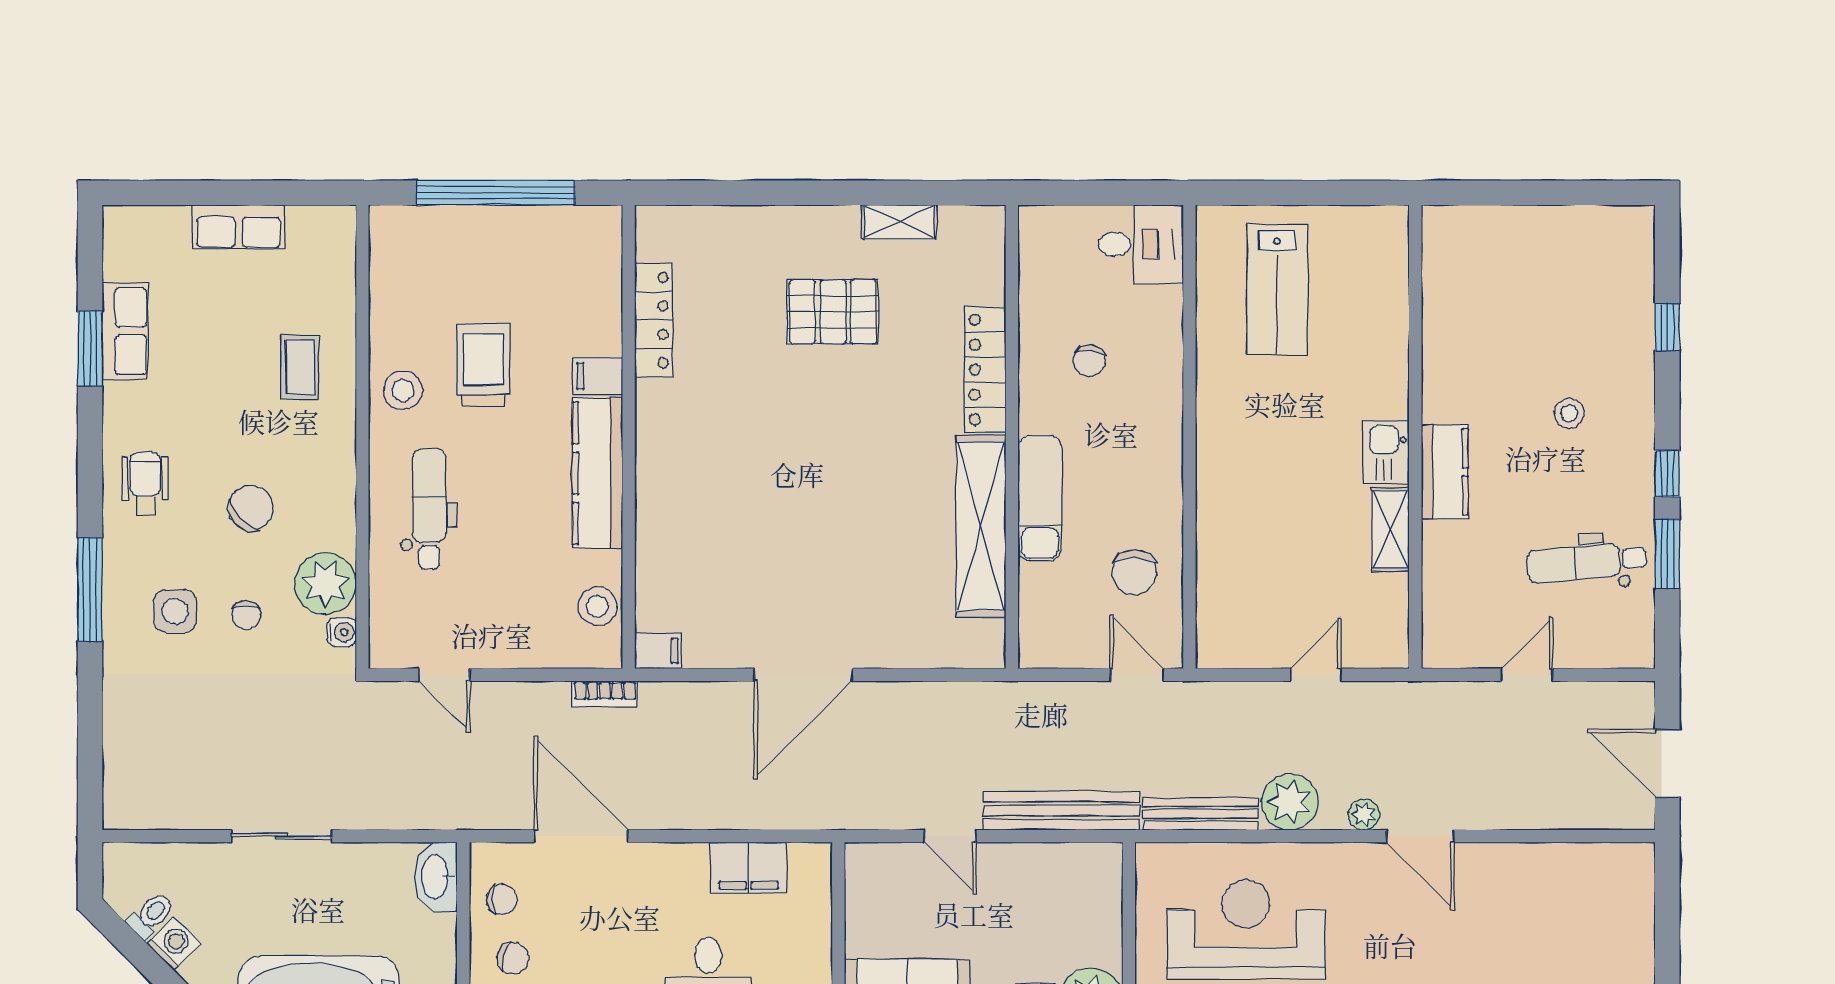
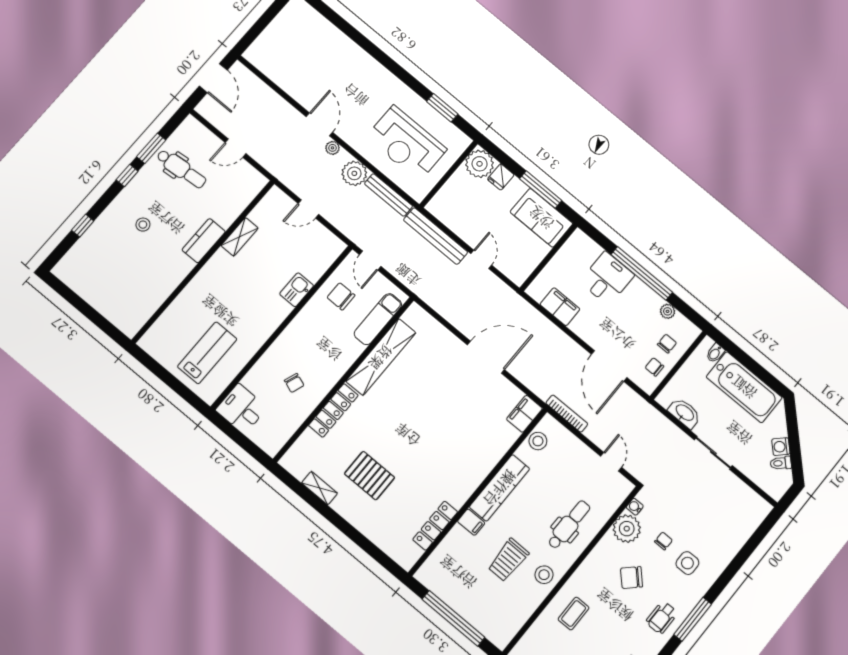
chair: (1089, 361) -> (294, 383), turned 103
kitchen sink: (1386, 452) -> (297, 290), moved, turned 180
exam couch: (1040, 498) -> (378, 319), moved
dental chair: (429, 509) -> (569, 525), turned 180
chair: (1134, 572) -> (341, 296), turned -90
window: (90, 589) -> (693, 619), moved
filing cabinet: (658, 651) -> (524, 414), width x2.00
bookcase: (605, 694) -> (567, 414), width x1.56
washbasin: (436, 877) -> (684, 413), moved, turned -90
chair: (513, 958) -> (667, 344), turned 77

